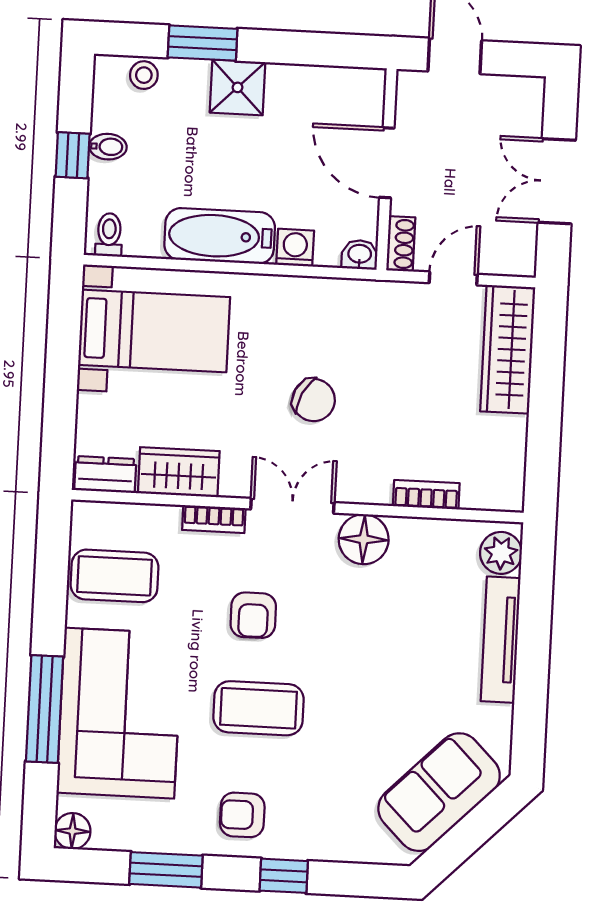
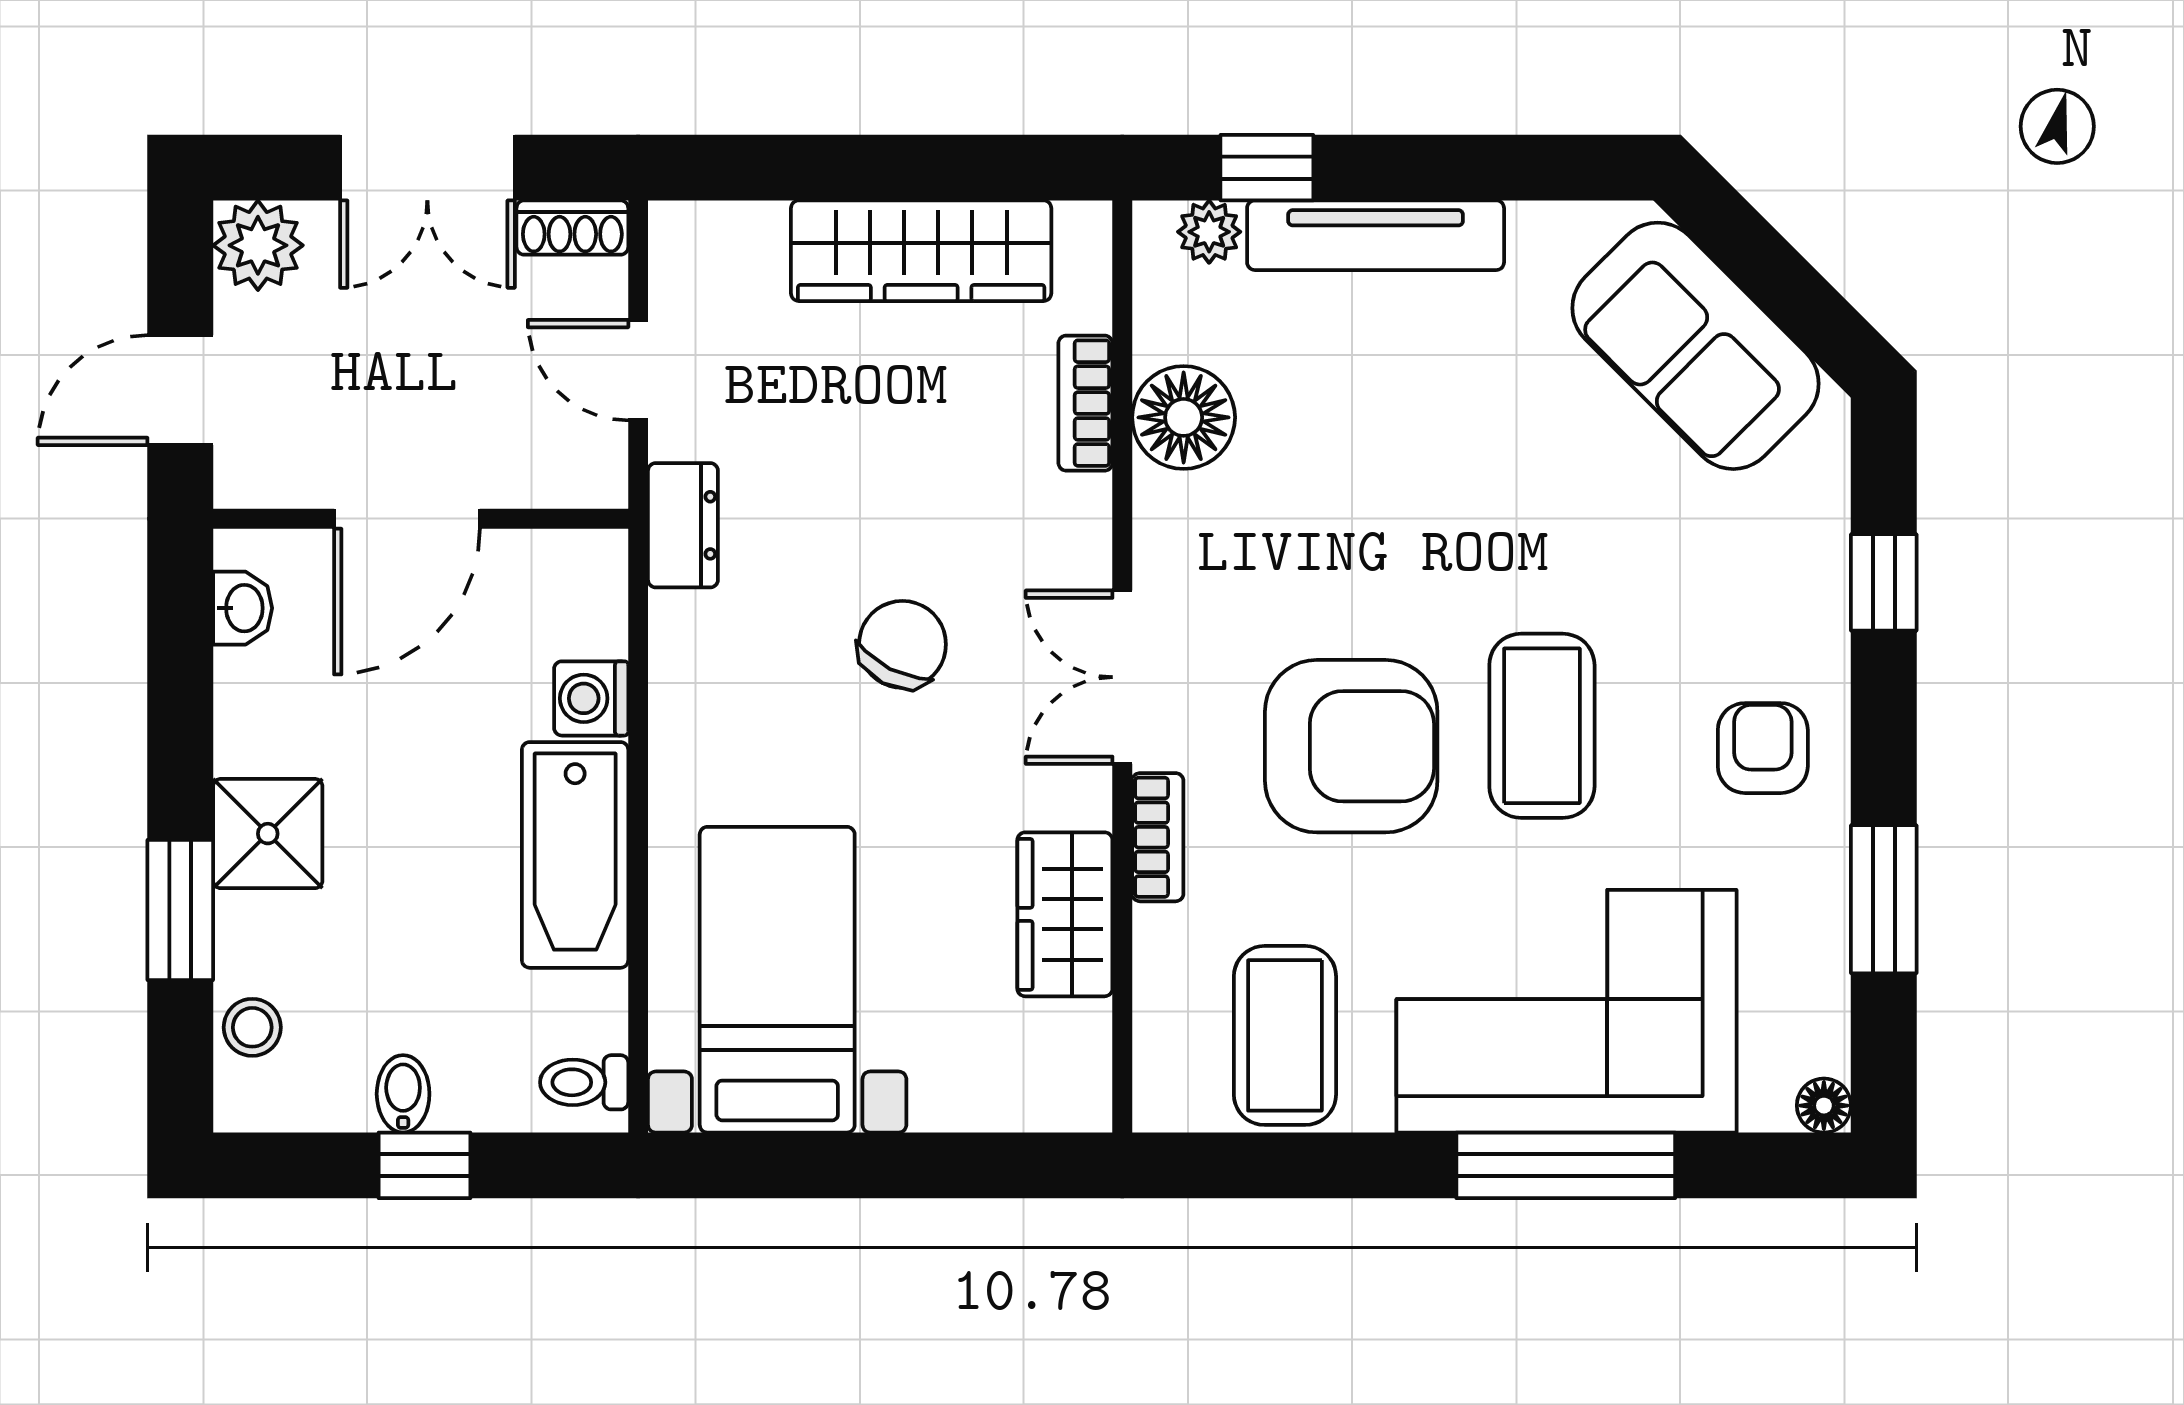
plant: (523, 97) -> (258, 245), added
shoe rack: (401, 244) -> (572, 228), moved, turned 180
washbasin: (360, 255) -> (243, 608), moved, turned 180
wardrobe: (508, 349) -> (921, 251), moved
dresser: (105, 475) -> (683, 525), moved, turned 180
floor lamp: (364, 539) -> (1184, 417), moved
plant: (501, 553) -> (1209, 232), width x0.73, depth x0.73
window: (536, 589) -> (1267, 168), added
armchair: (253, 615) -> (1351, 746), width x1.88, depth x1.88
armchair: (242, 815) -> (1763, 748), turned 180
floor lamp: (72, 831) -> (1824, 1106), width x0.73, depth x0.73
window: (284, 876) -> (1884, 582), moved

